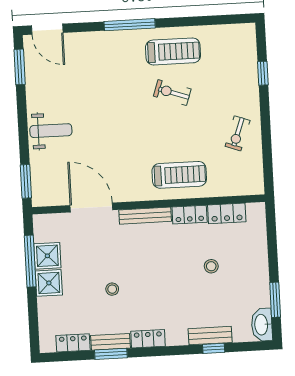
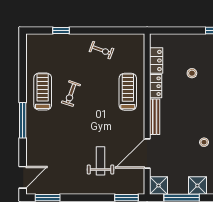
weight bench: (51, 131) -> (101, 161), moved
shower: (47, 256) -> (159, 186), moved

